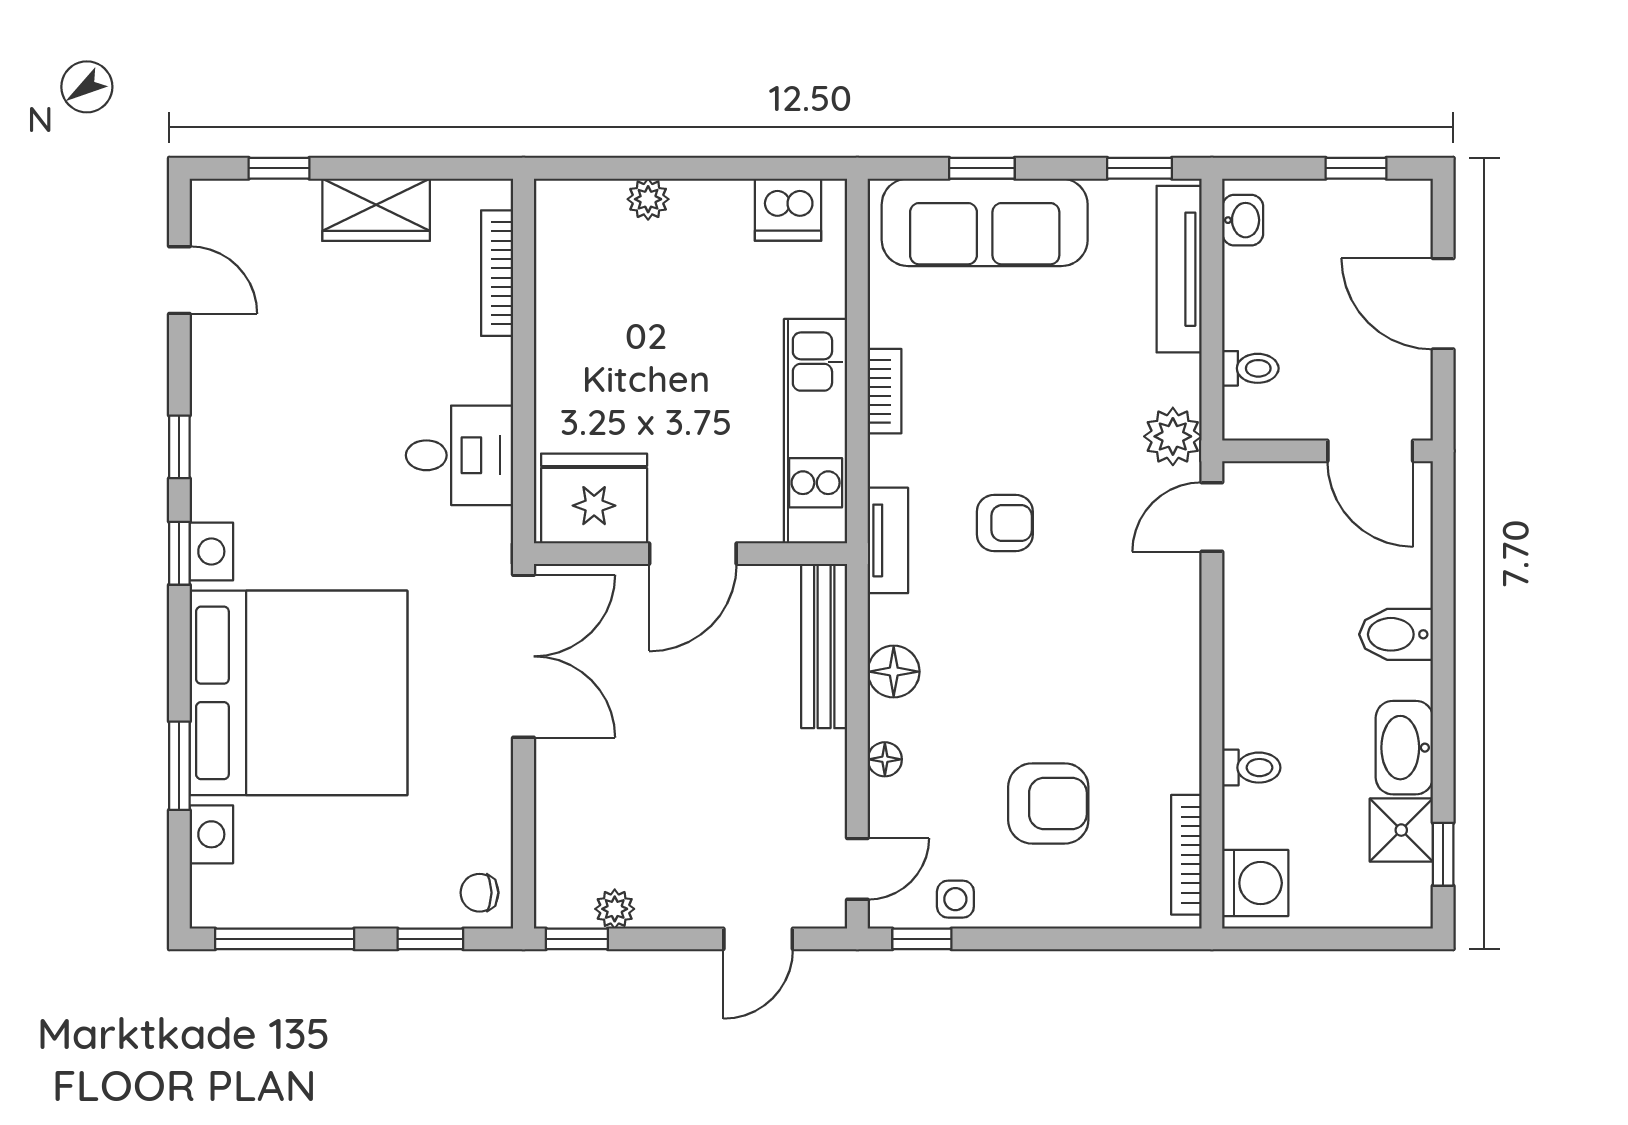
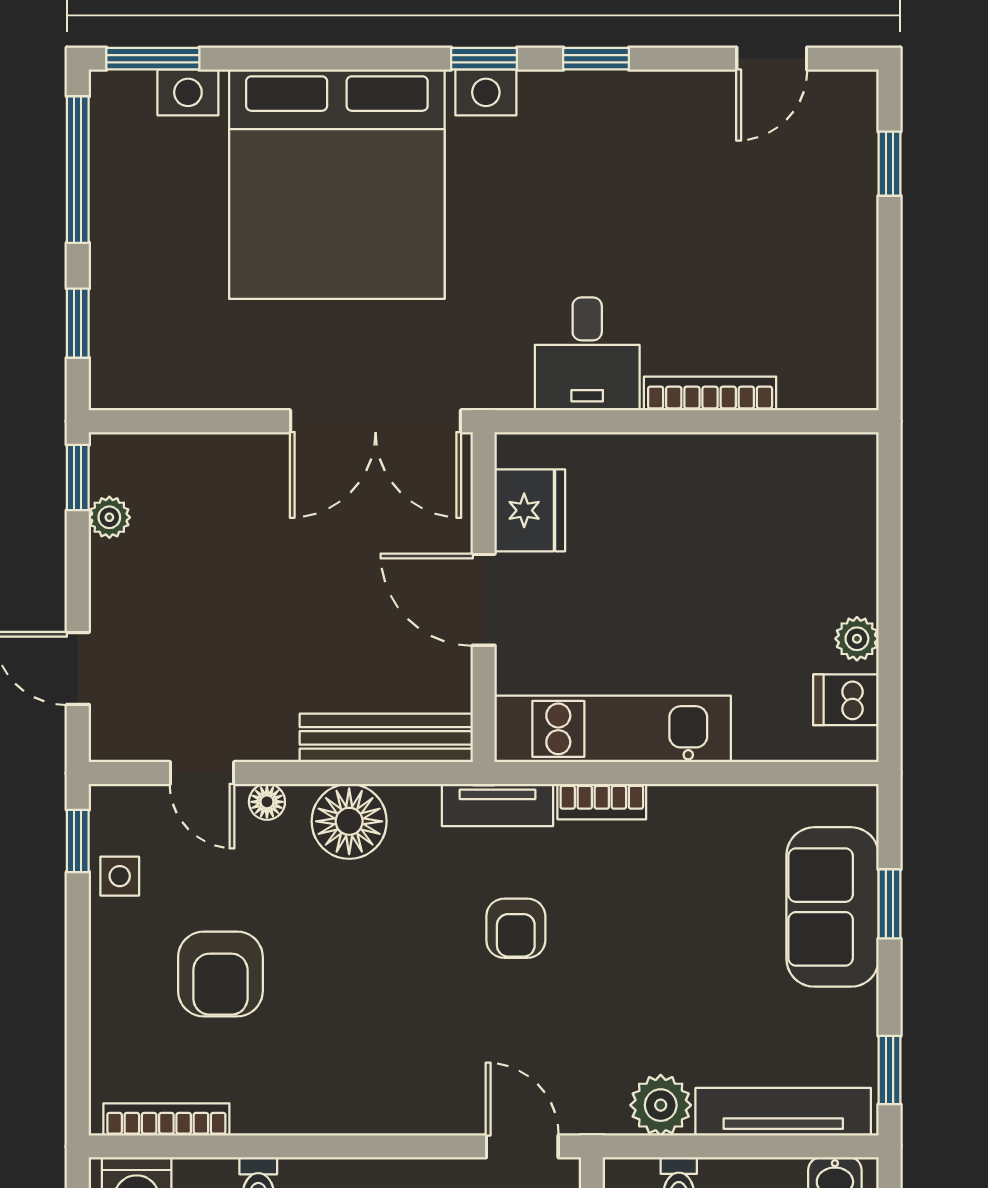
plant: (648, 199) -> (857, 639), moved
wardrobe: (376, 210) -> (846, 266), removed
dishwasher: (788, 210) -> (846, 700), width x0.73
sofa: (985, 222) -> (833, 907), width x0.73
bookcase: (497, 273) -> (710, 393), moved
bookcase: (885, 391) -> (602, 802), moved
plant: (1173, 436) -> (661, 1105), moved
fridge: (594, 498) -> (530, 510), width x0.73, depth x0.75
floor lamp: (894, 672) -> (349, 821), width x1.38, depth x1.38
window: (179, 766) -> (153, 59), moved
door: (857, 869) -> (202, 773), moved
chair: (480, 893) -> (126, 375), removed

